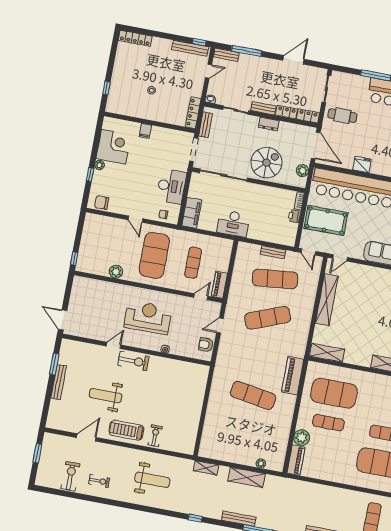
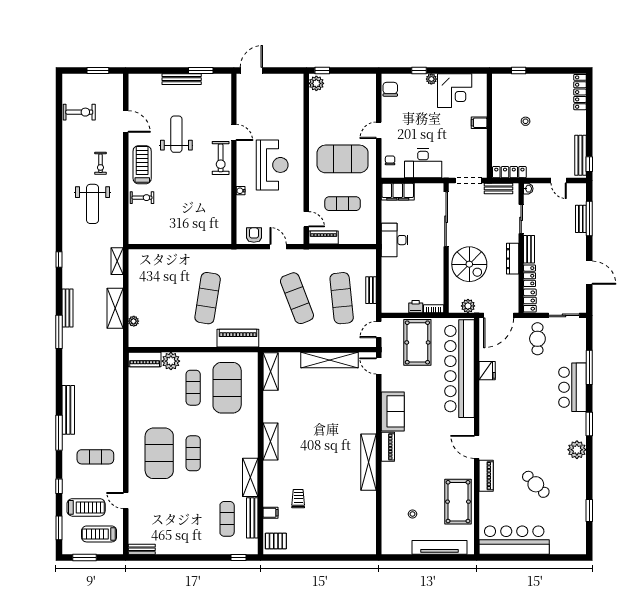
bench: (226, 55) -> (581, 219), moved
dresser: (269, 124) -> (513, 259), width x1.44
plant: (116, 272) -> (316, 83), moved
exercise bike: (99, 481) -> (100, 163), moved

